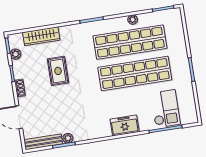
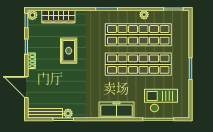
plant: (16, 54) -> (32, 15), moved
checkout: (165, 109) -> (161, 101), turned -90
freezer: (125, 125) -> (116, 110), width x1.40

